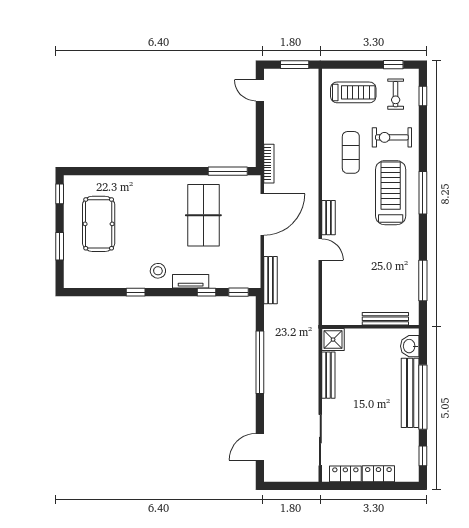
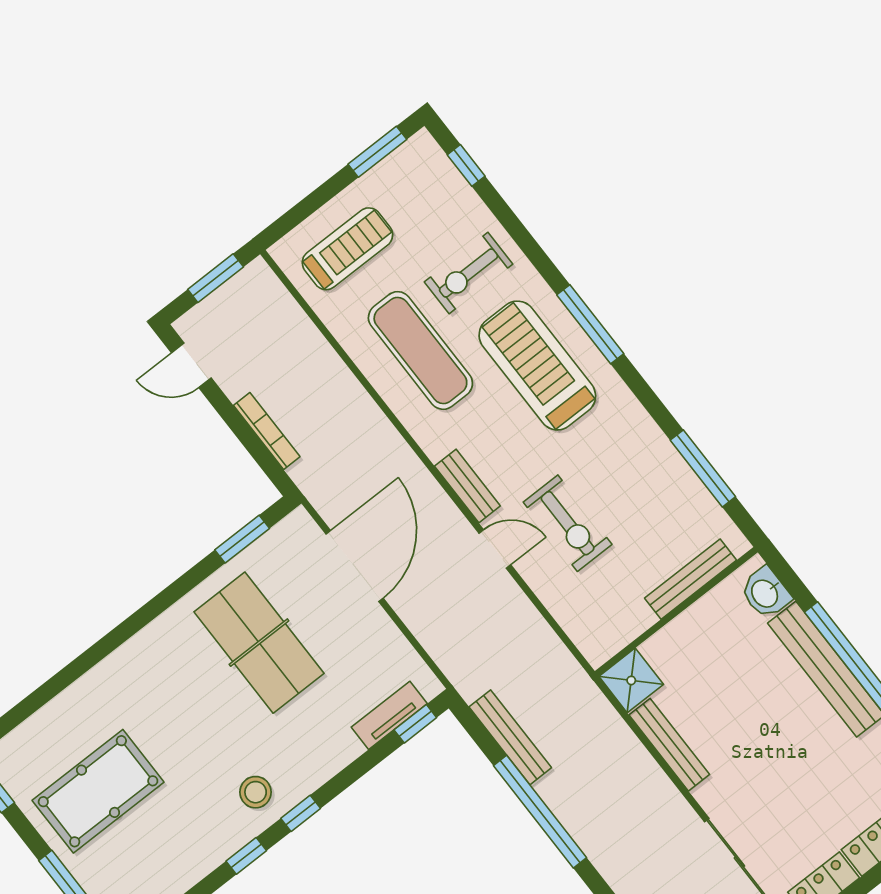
window: (393, 65) -> (377, 152), width x1.50
exercise bike: (396, 94) -> (568, 523), moved, width x1.38, depth x1.39
exercise mat: (351, 152) -> (420, 350), width x1.36, depth x1.45
bookcase: (269, 164) -> (267, 431), moved
window: (228, 171) -> (242, 539), width x0.69
pool table: (99, 224) -> (98, 791), turned 90
bench: (270, 280) -> (510, 737), moved
tv unit: (191, 281) -> (389, 715), moved
window: (206, 292) -> (301, 813), moved

